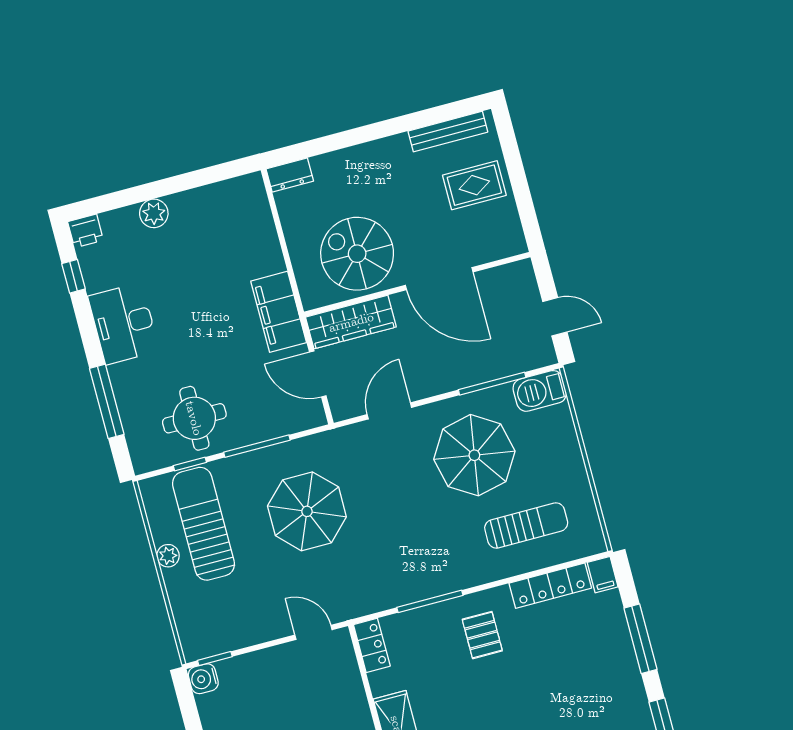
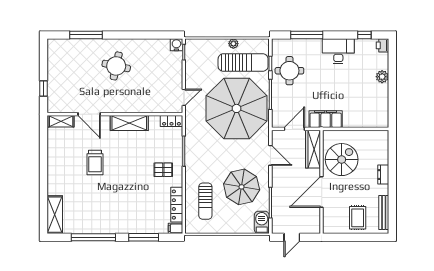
dresser: (290, 175) -> (383, 175), moved
parasol: (307, 511) -> (237, 108), width x1.86, depth x1.86

